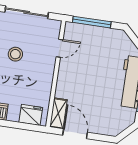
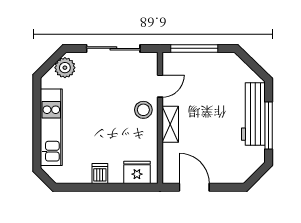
stool: (15, 54) -> (143, 110), moved
shelving: (58, 113) -> (170, 124), moved

